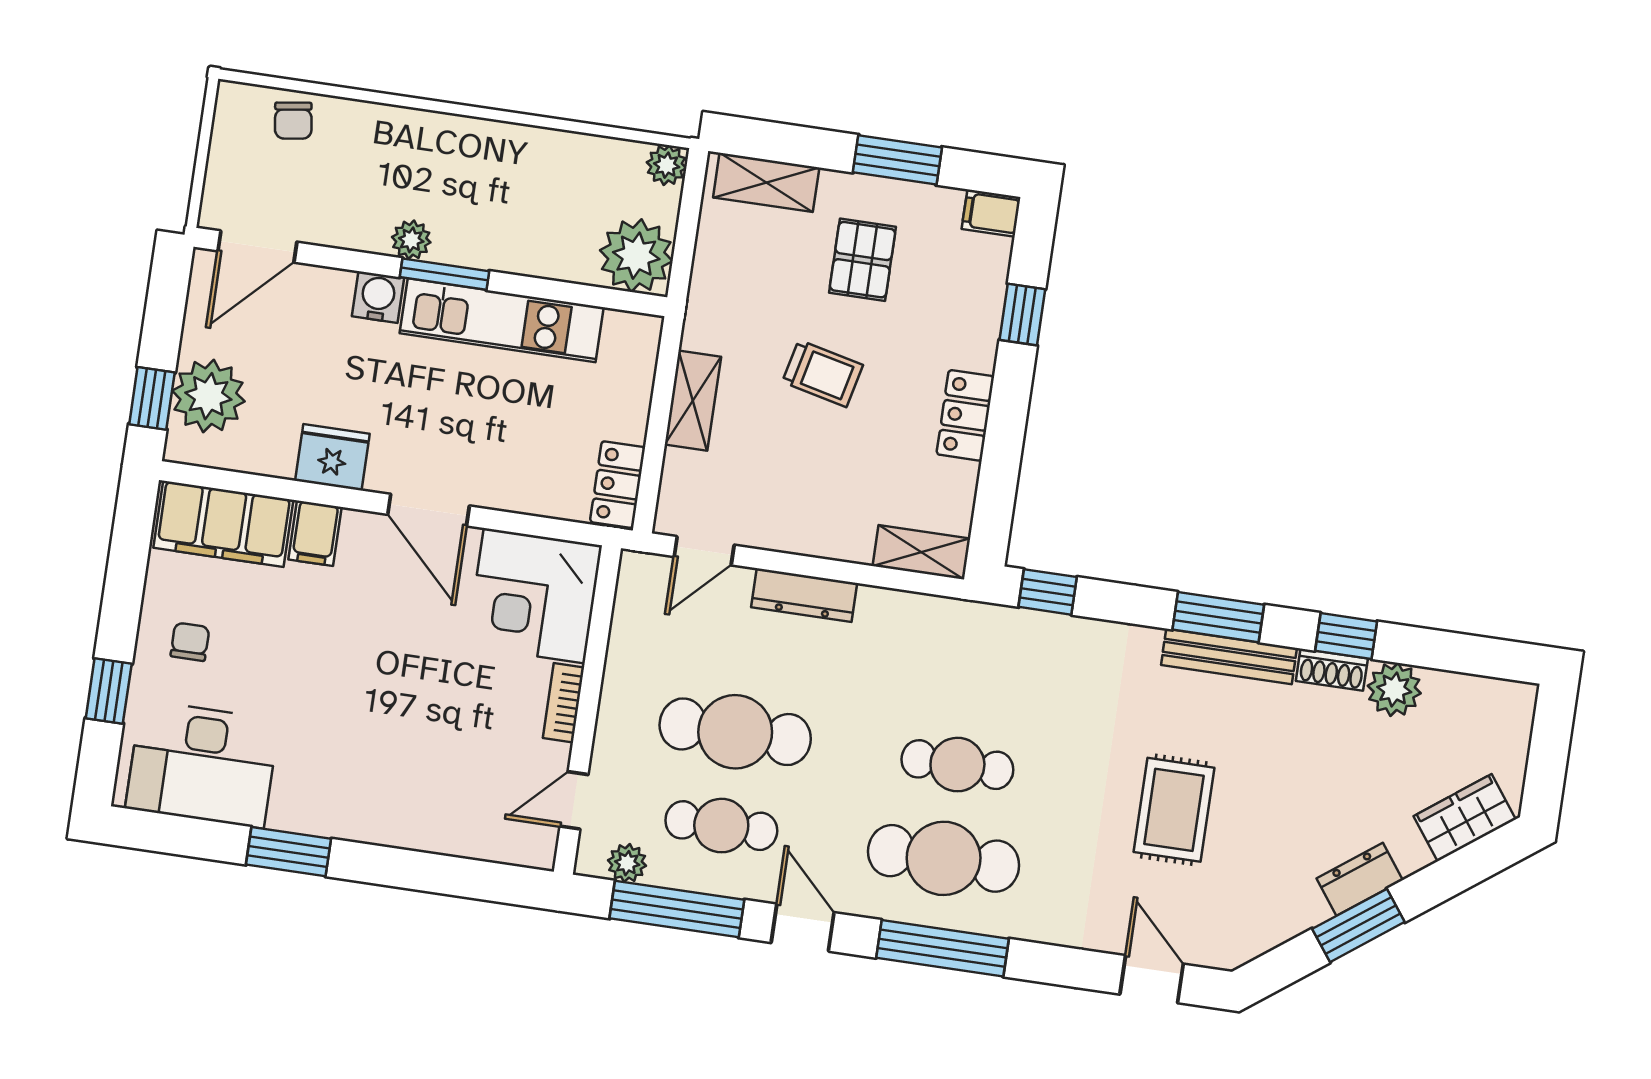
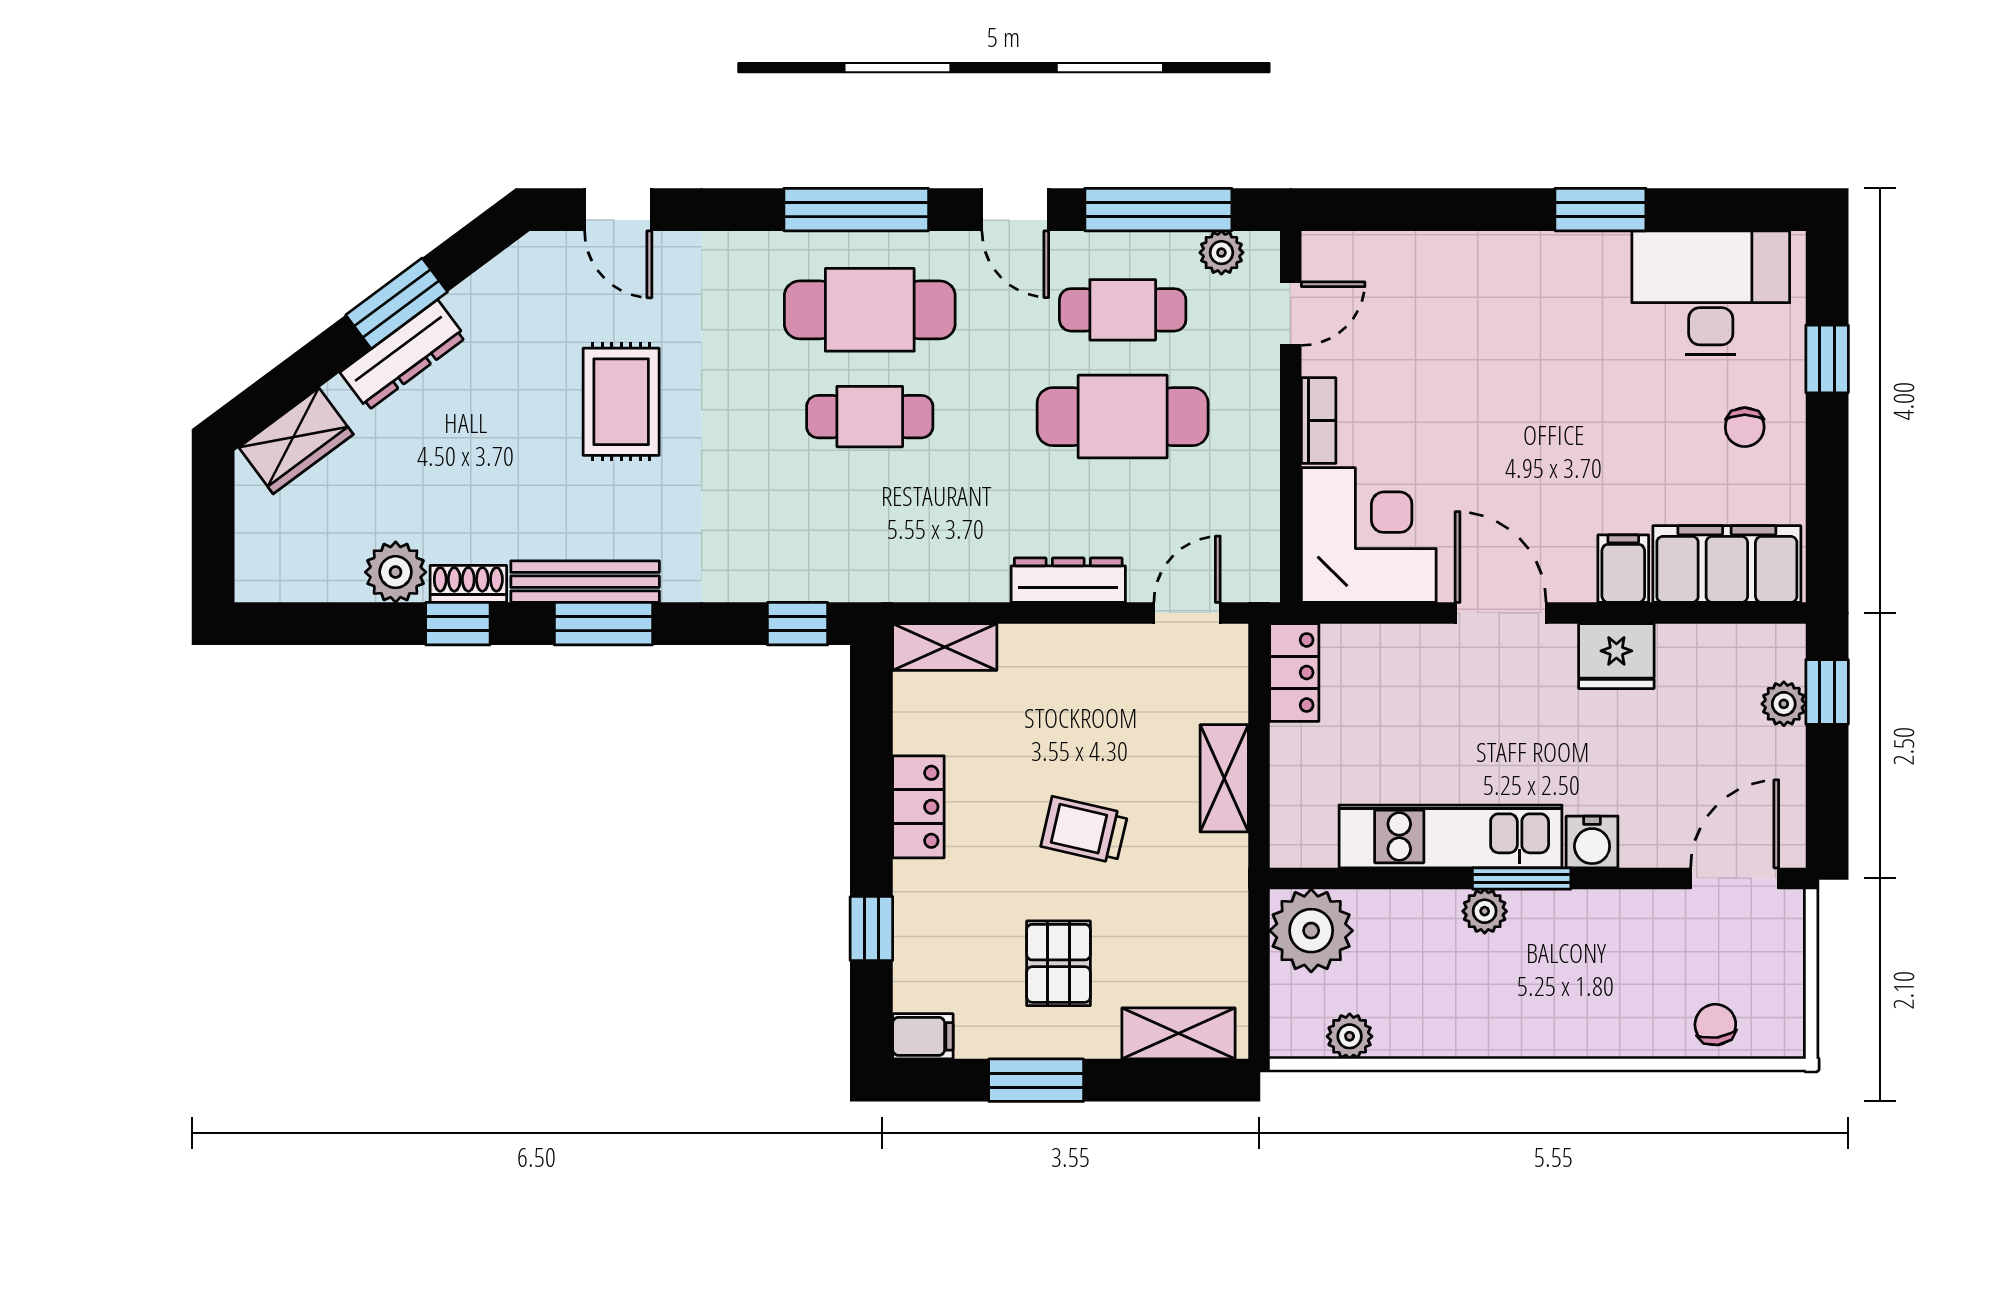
plant: (667, 165) -> (1350, 1036), moved
plant: (411, 240) -> (1485, 911), moved
plant: (208, 396) -> (1784, 704), width x0.53, depth x0.53
dresser: (1360, 879) -> (403, 355), width x1.44

